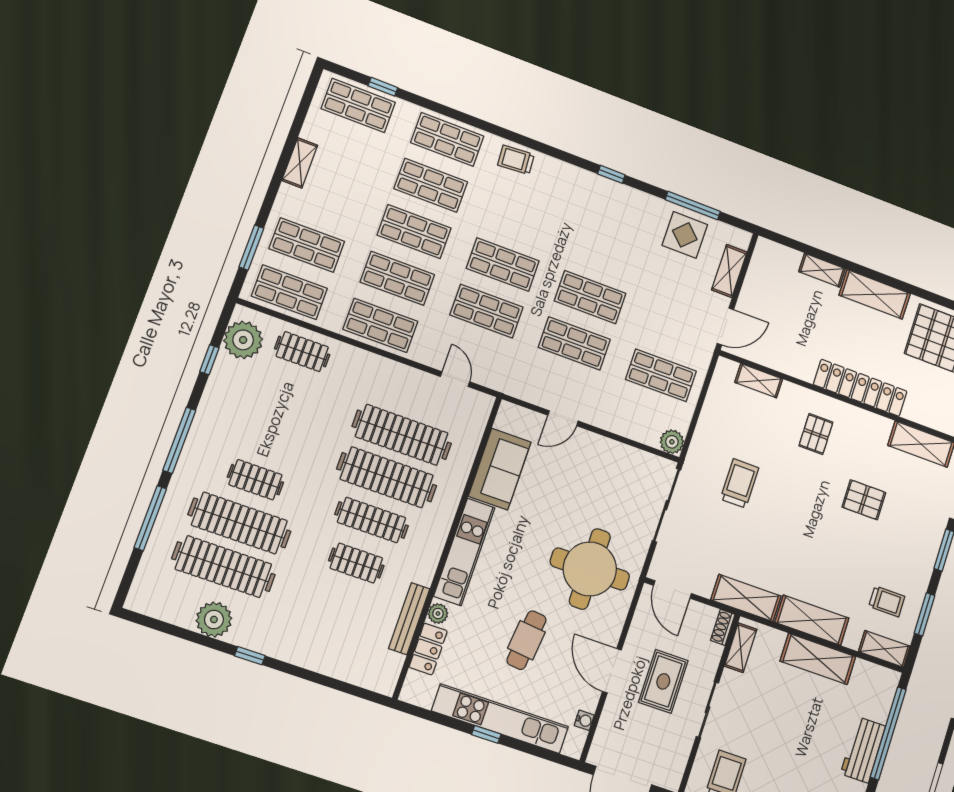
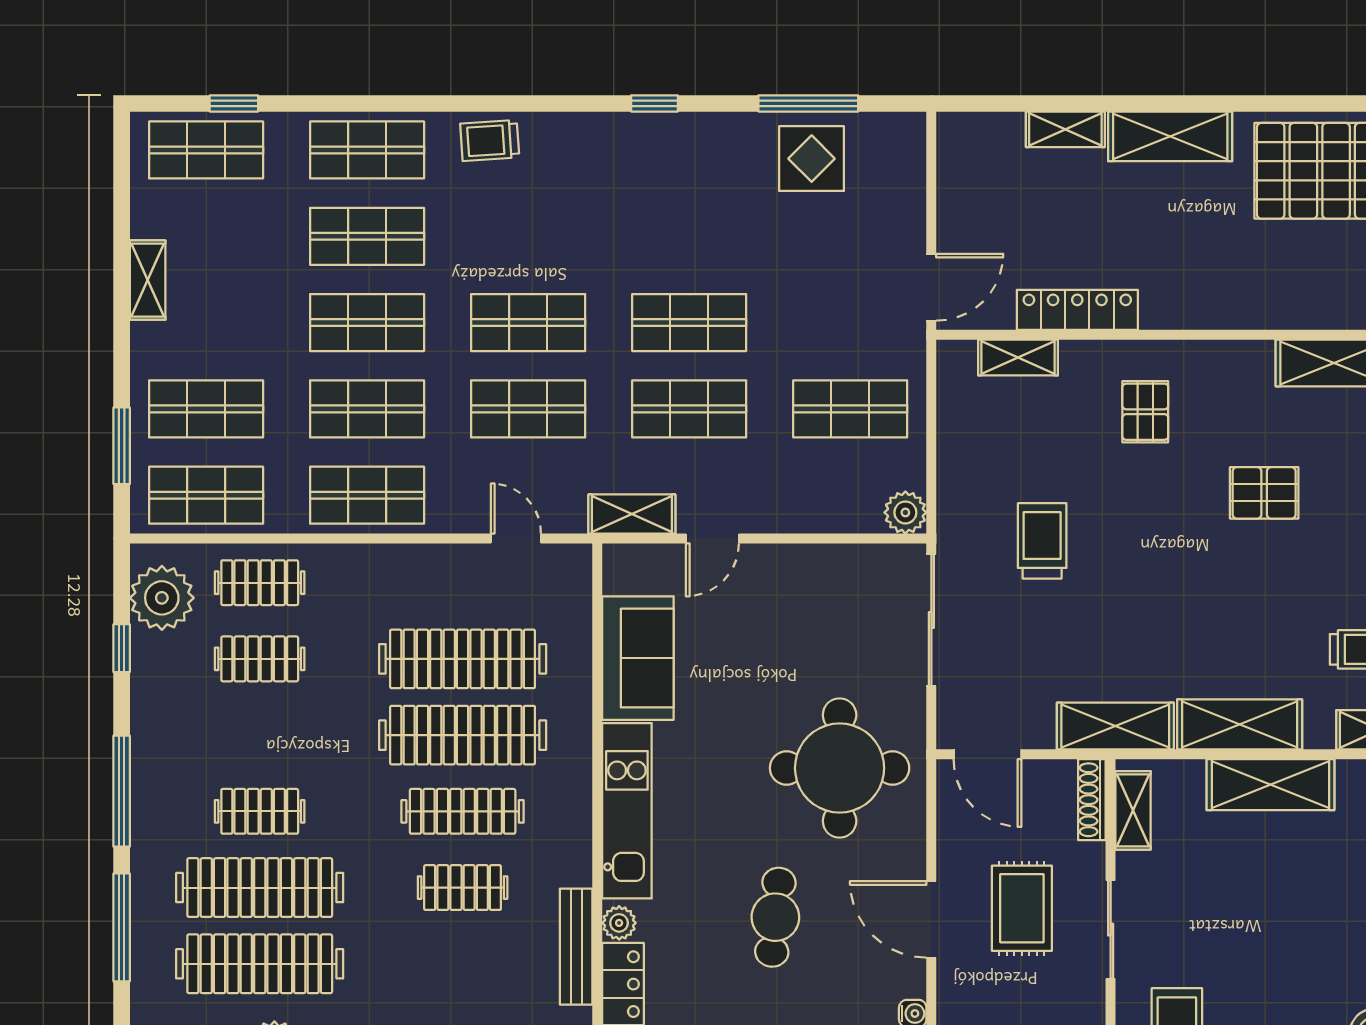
shelving: (729, 271) -> (632, 514), moved, turned 90
locker: (860, 388) -> (1077, 310), moved, width x0.71, depth x0.83
clothes rail: (287, 394) -> (260, 659), added
shoe rack: (723, 627) -> (1092, 800), width x1.43

